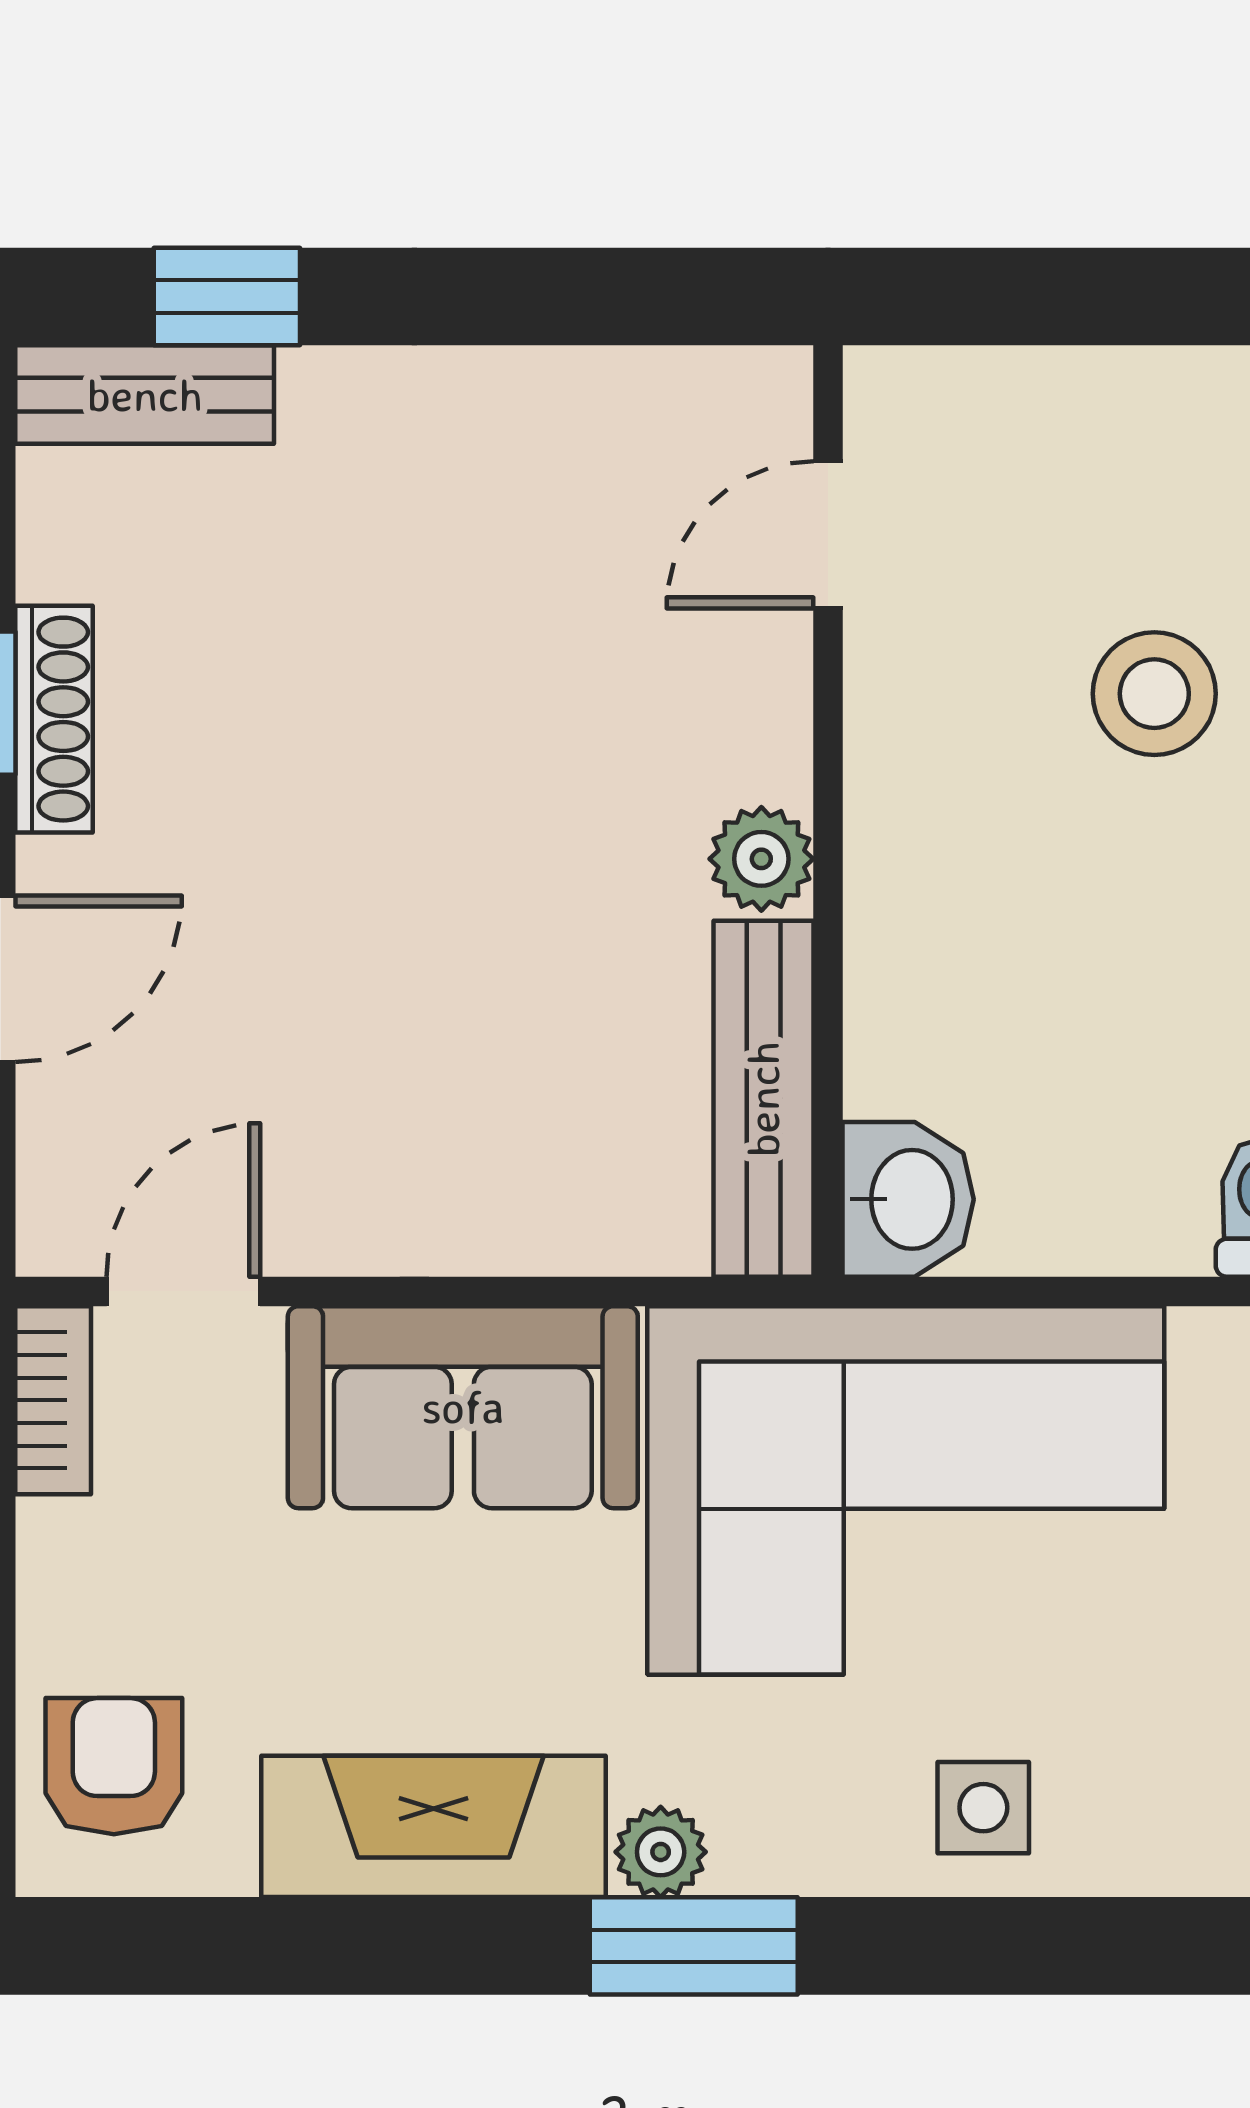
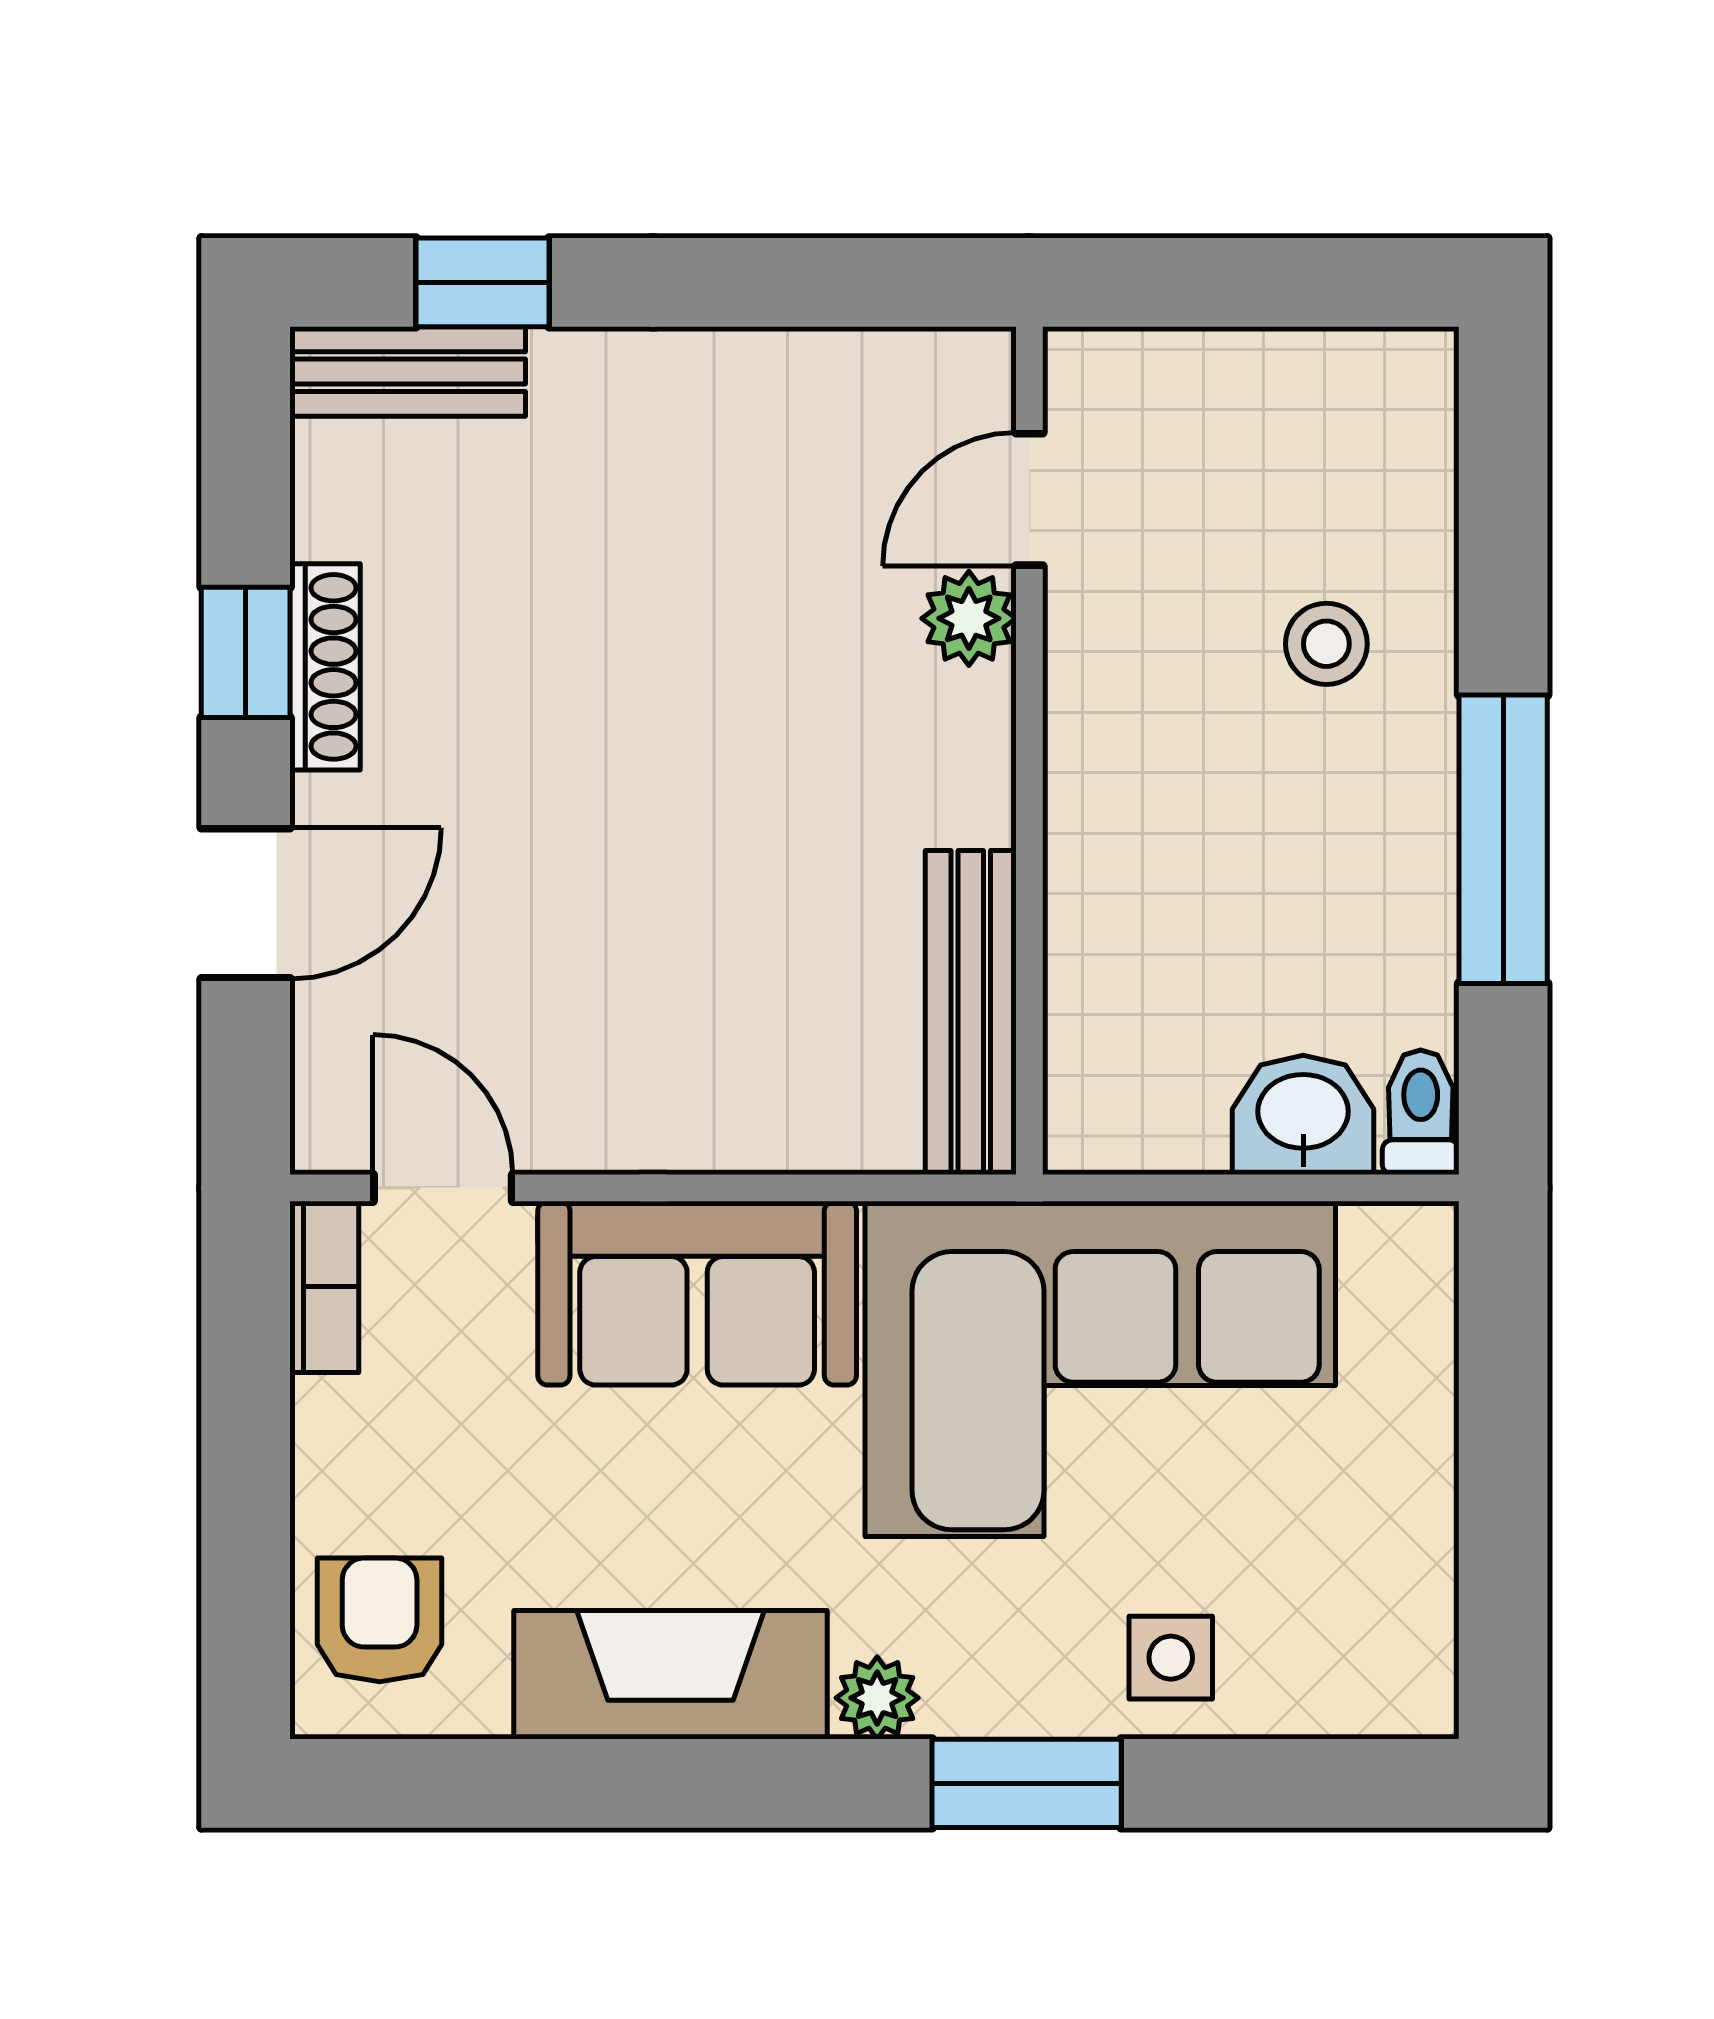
stool: (1154, 694) -> (1326, 644), width x0.73, depth x0.73
plant: (761, 859) -> (969, 618), moved
washbasin: (908, 1199) -> (1303, 1115), moved, turned -90
door: (183, 1291) -> (443, 1188), hinge flipped
window: (694, 1946) -> (1027, 1783), moved

